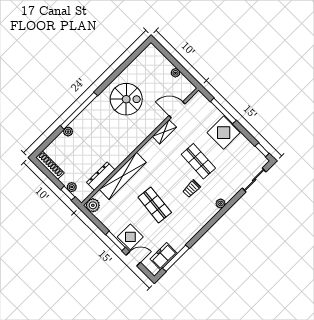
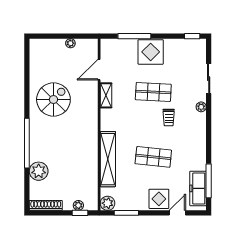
plant: (68, 132) -> (39, 171), width x1.88, depth x1.88
dresser: (101, 176) -> (92, 176), removed
sliding door: (254, 180) -> (209, 79), moved
window: (115, 241) -> (126, 213), moved
freezer: (164, 256) -> (198, 188), width x1.40

